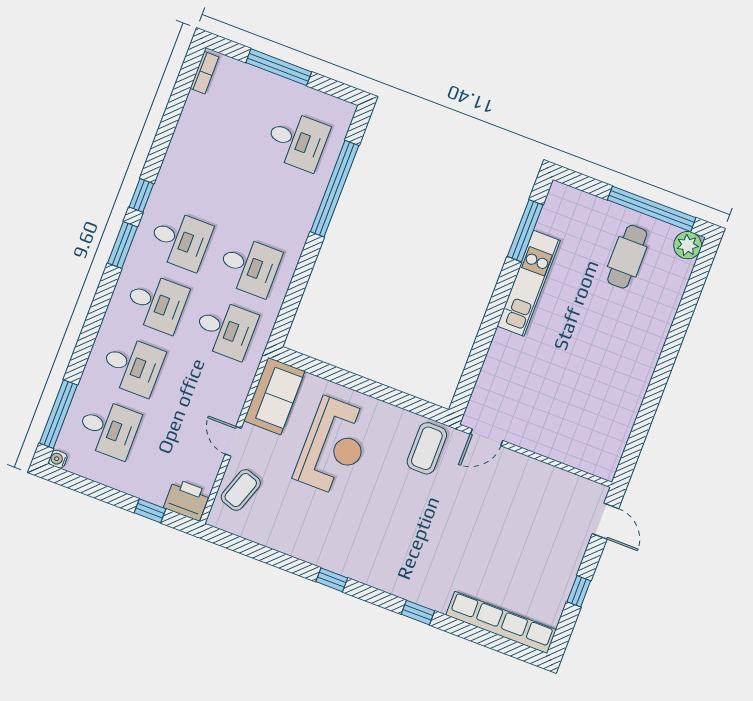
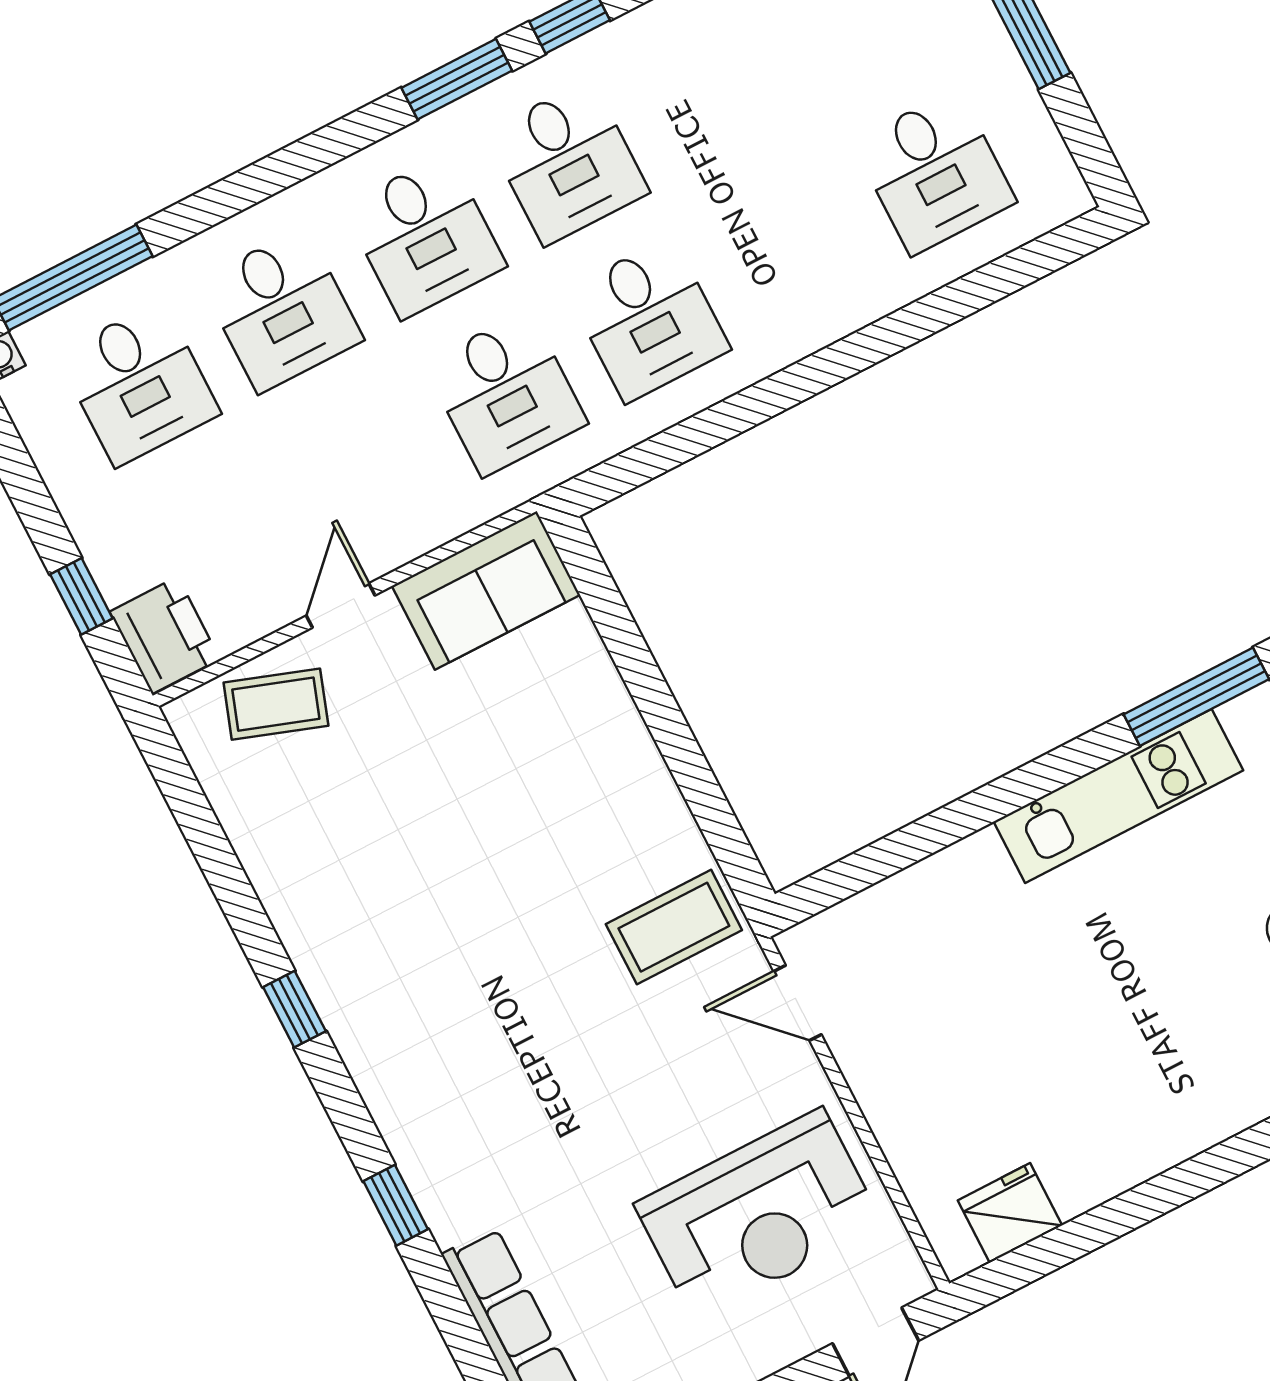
window: (335, 189) -> (924, 317), removed
fridge: (611, 443) -> (1010, 1213), added
reception desk: (334, 446) -> (759, 1214), moved

